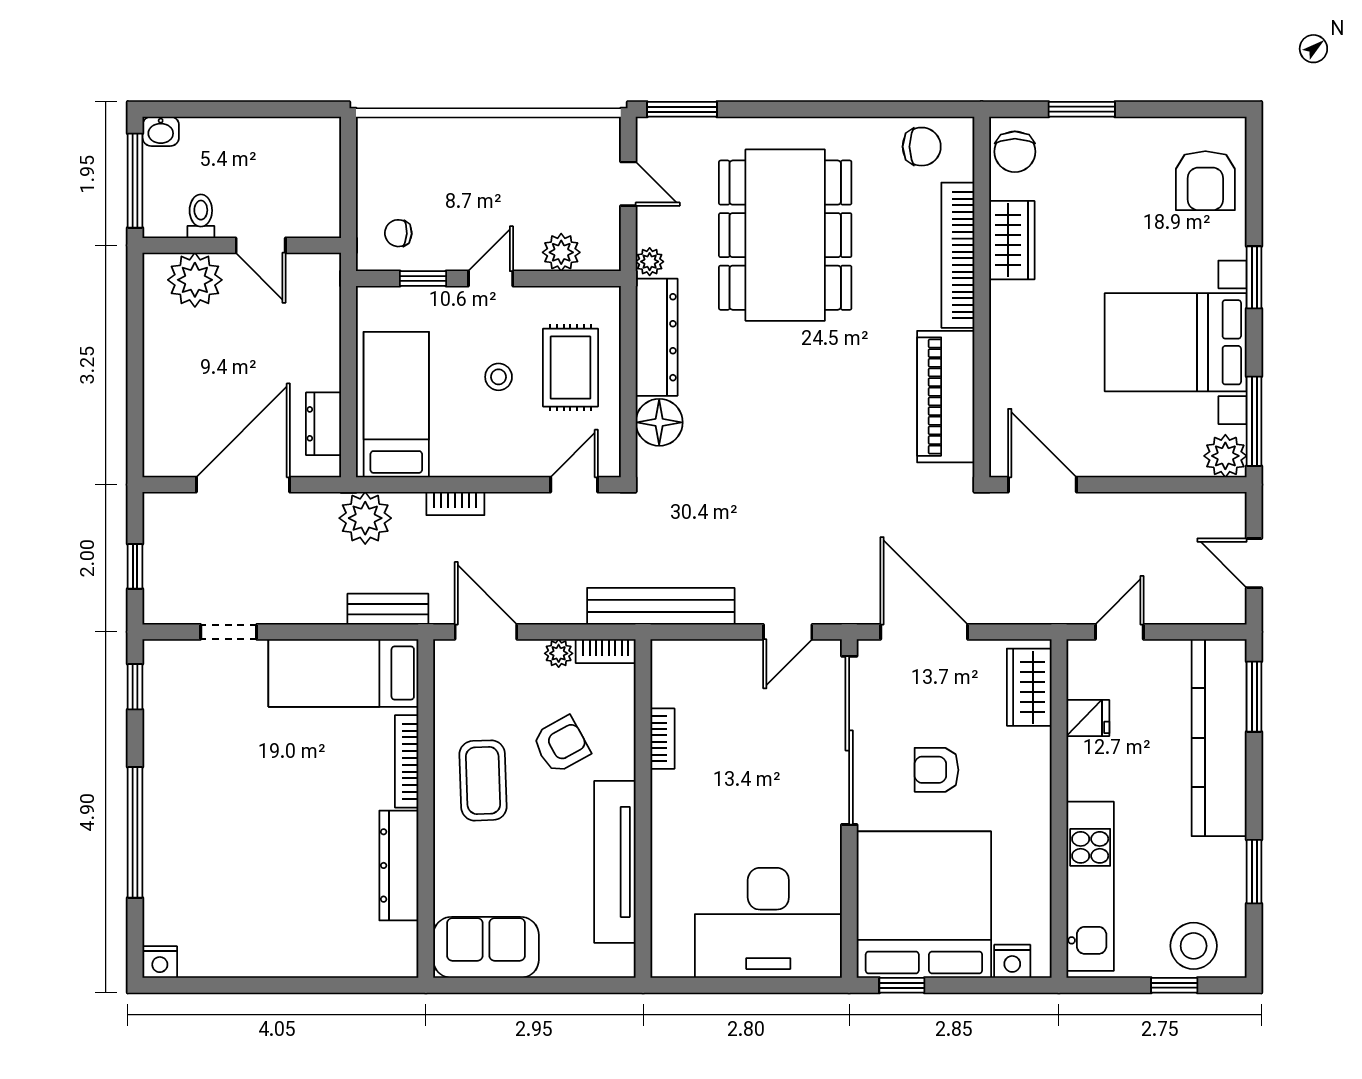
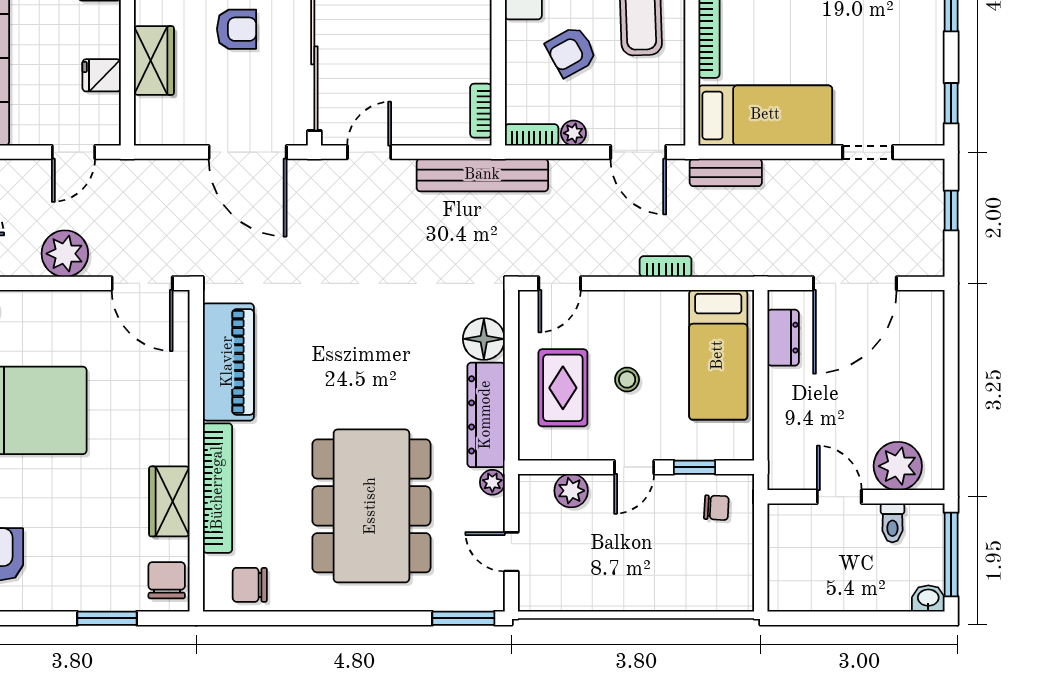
plant: (365, 518) -> (65, 254), moved
wardrobe: (1029, 687) -> (154, 60), moved
bookcase: (662, 739) -> (481, 111), moved

